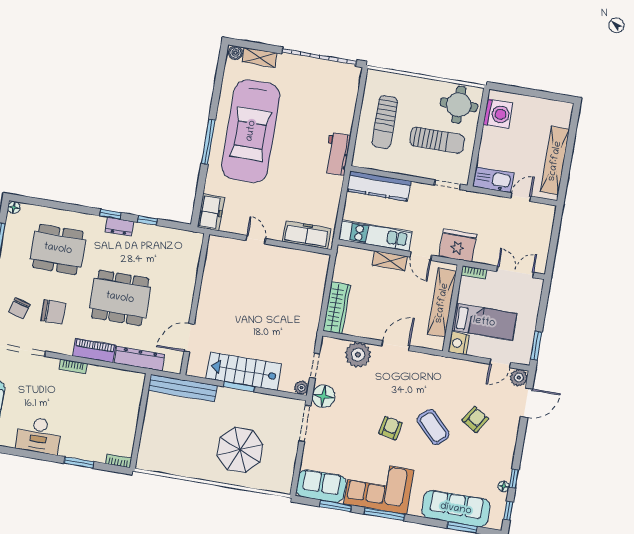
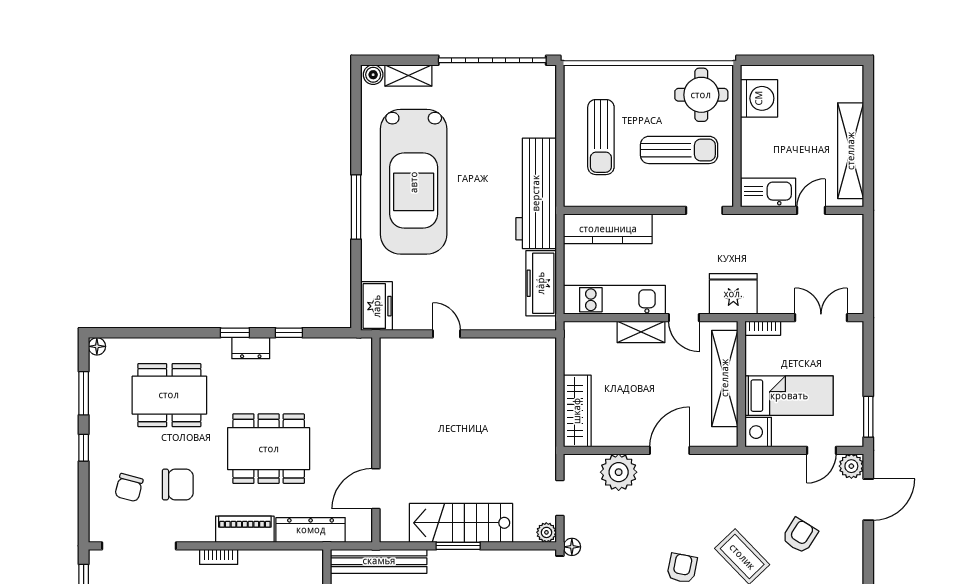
workbench: (337, 154) -> (536, 193), width x1.87, depth x1.32
freezer: (307, 235) -> (541, 283), moved, turned -90
floor lamp: (323, 396) -> (572, 547), width x0.53, depth x0.53

